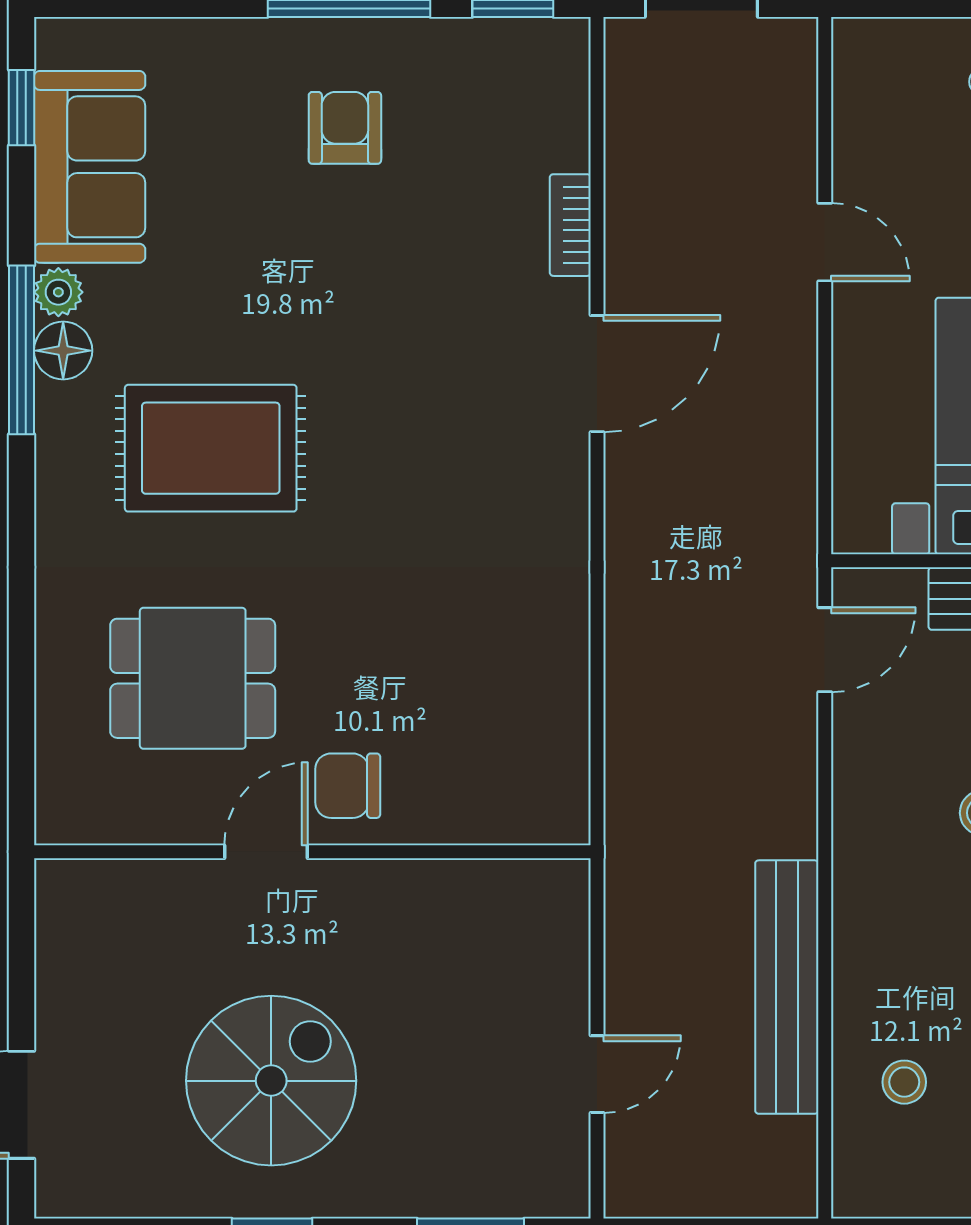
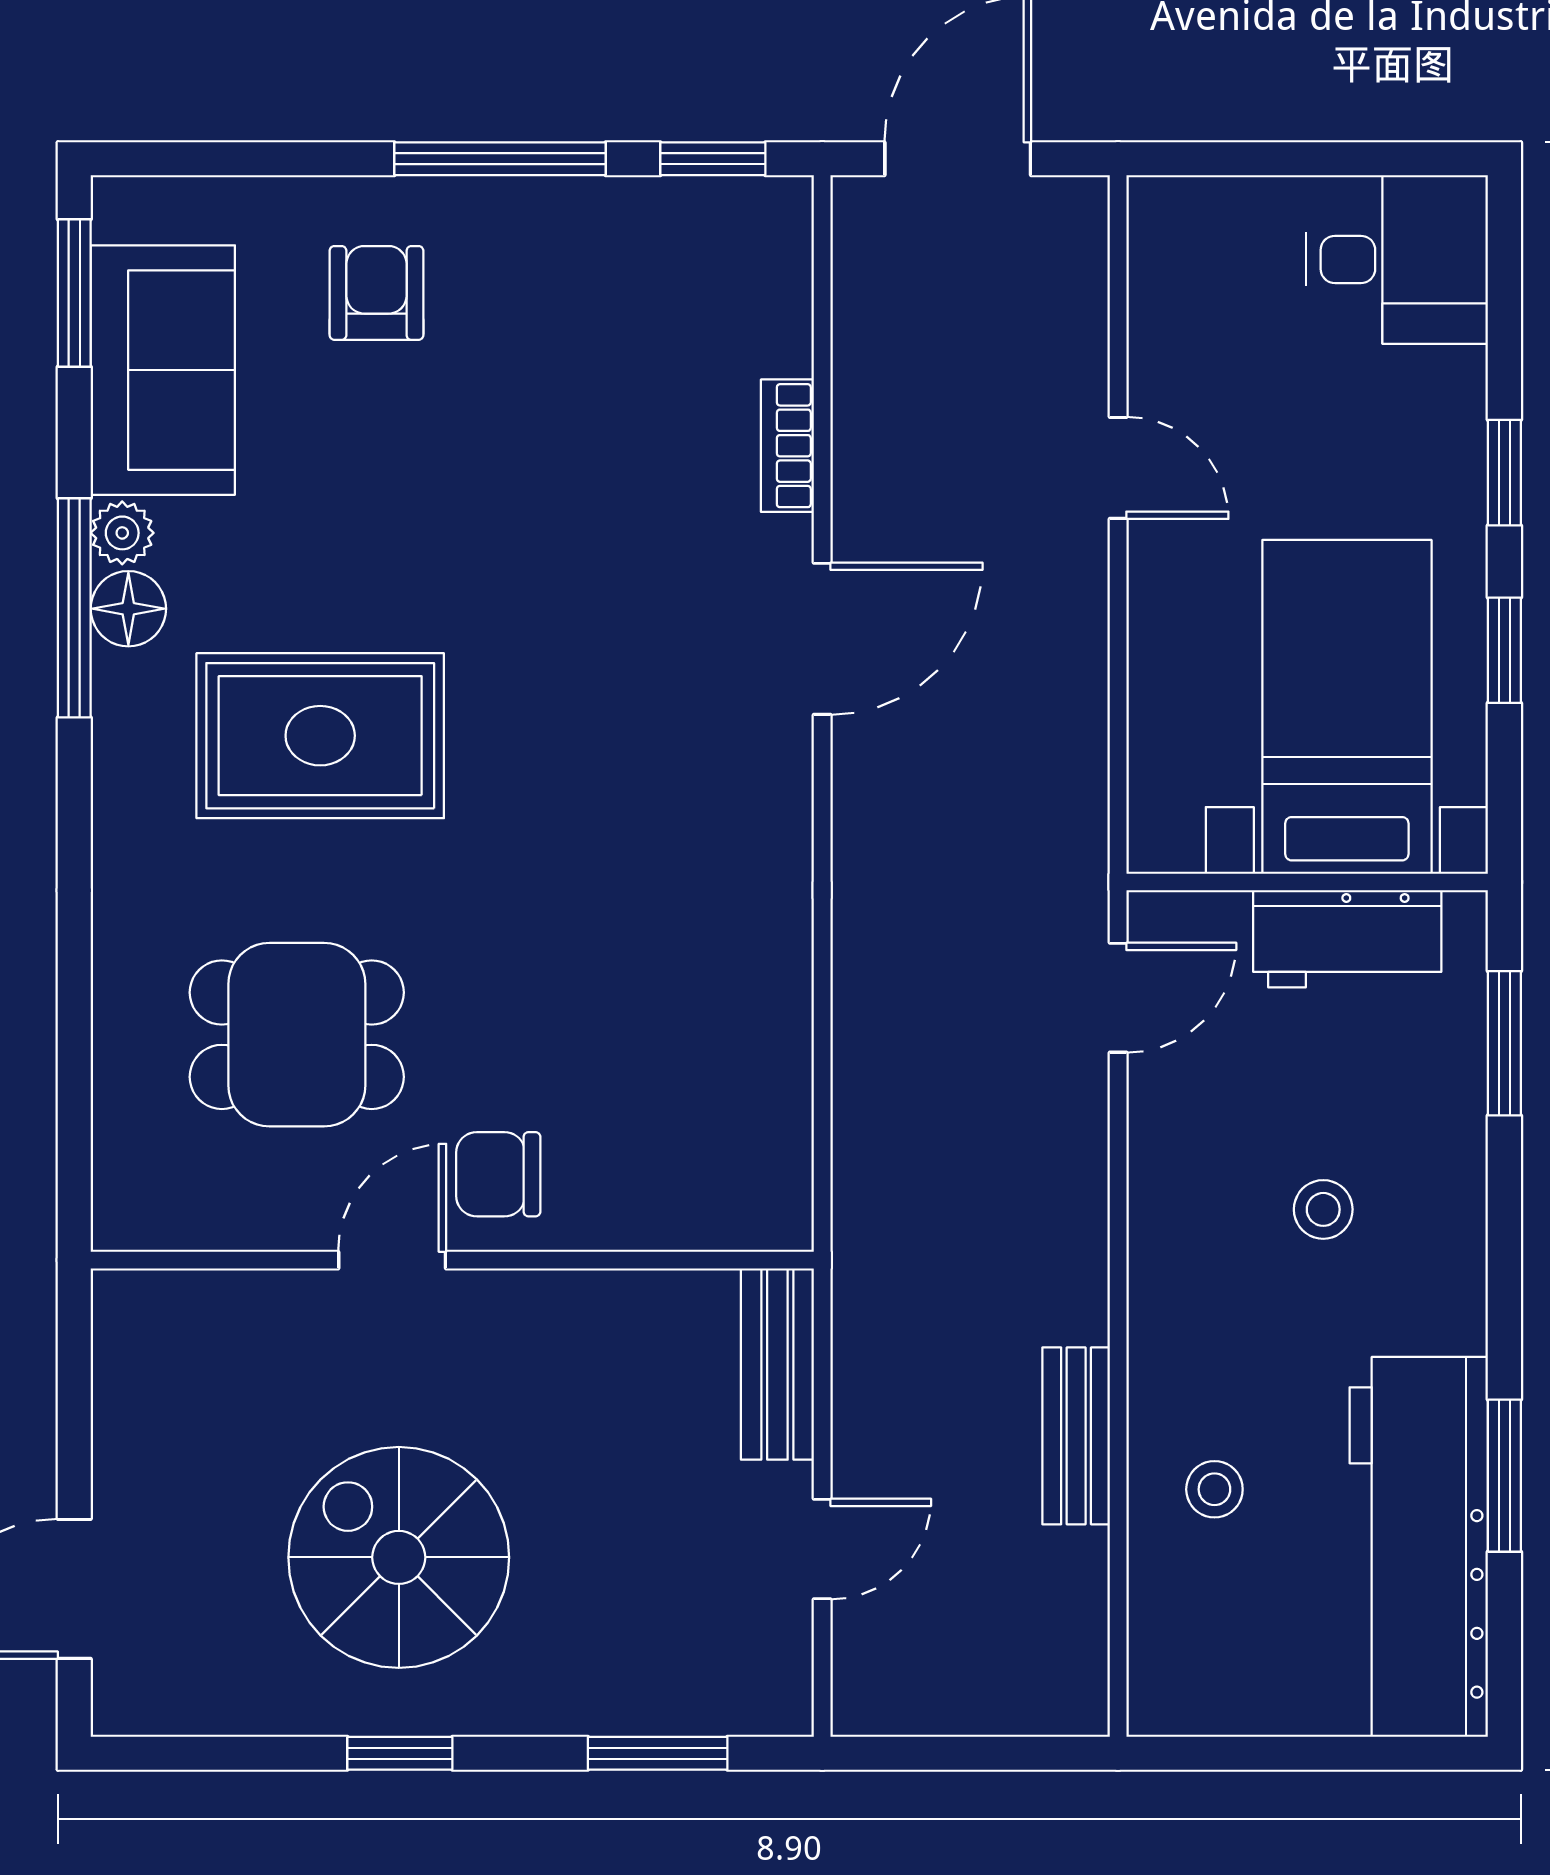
window: (21, 108) -> (74, 293), width x1.50
armchair: (345, 128) -> (376, 293), moved
bench: (563, 932) -> (777, 1364), added
bench: (787, 987) -> (1076, 1436), width x0.54, depth x0.82
spiral stairs: (271, 1081) -> (399, 1557), turned -90
stool: (904, 1082) -> (1214, 1489), moved

